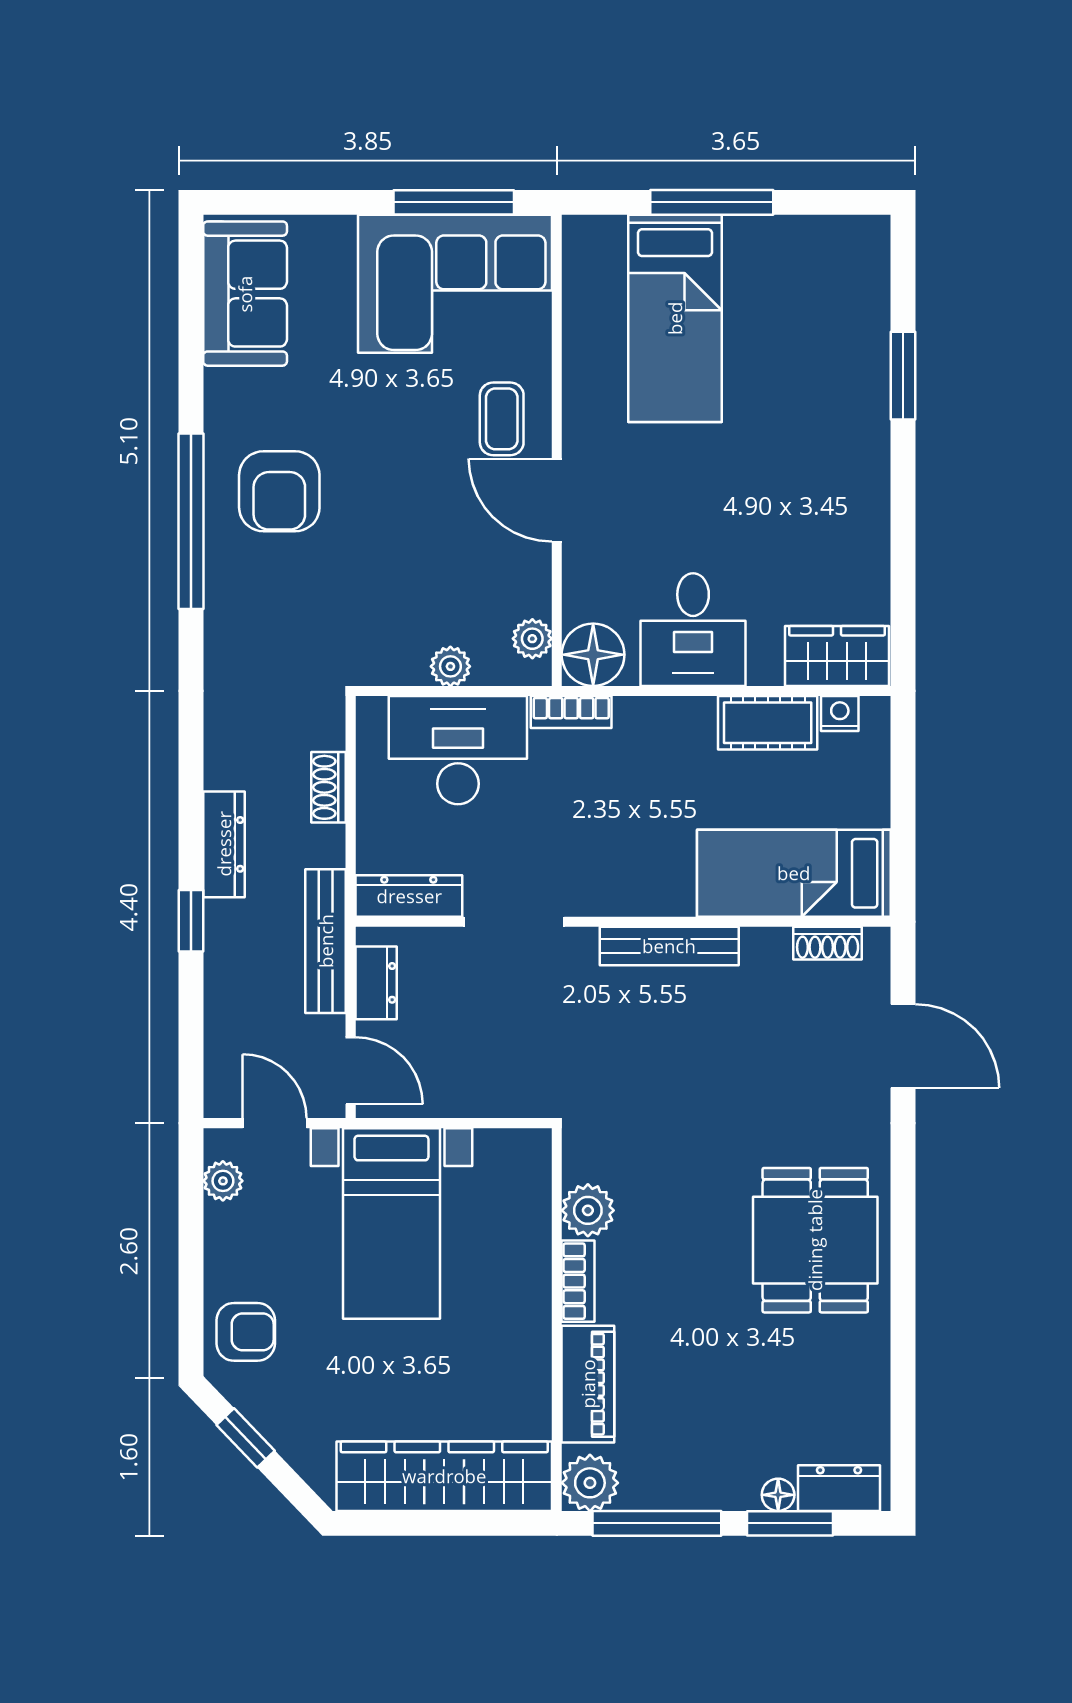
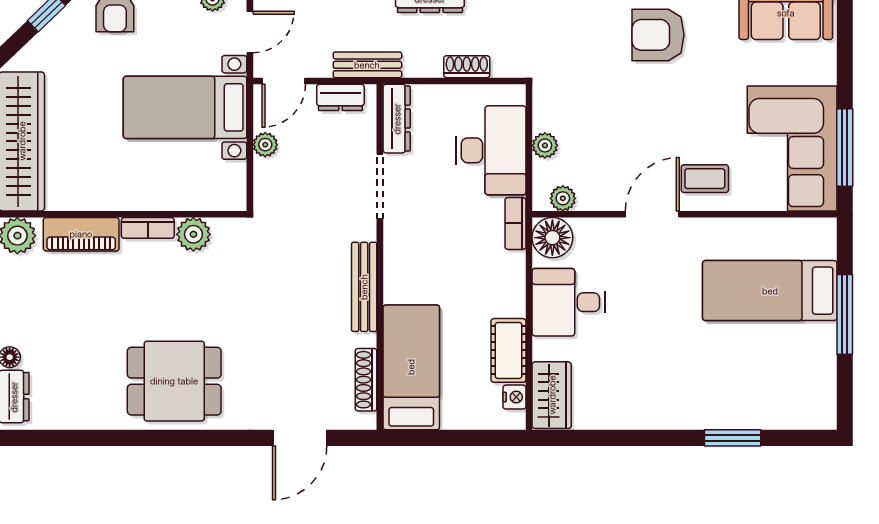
bench: (326, 941) -> (367, 65), width x0.73
shoe rack: (828, 943) -> (366, 380), width x1.43
plant: (449, 1099) -> (265, 145), added

